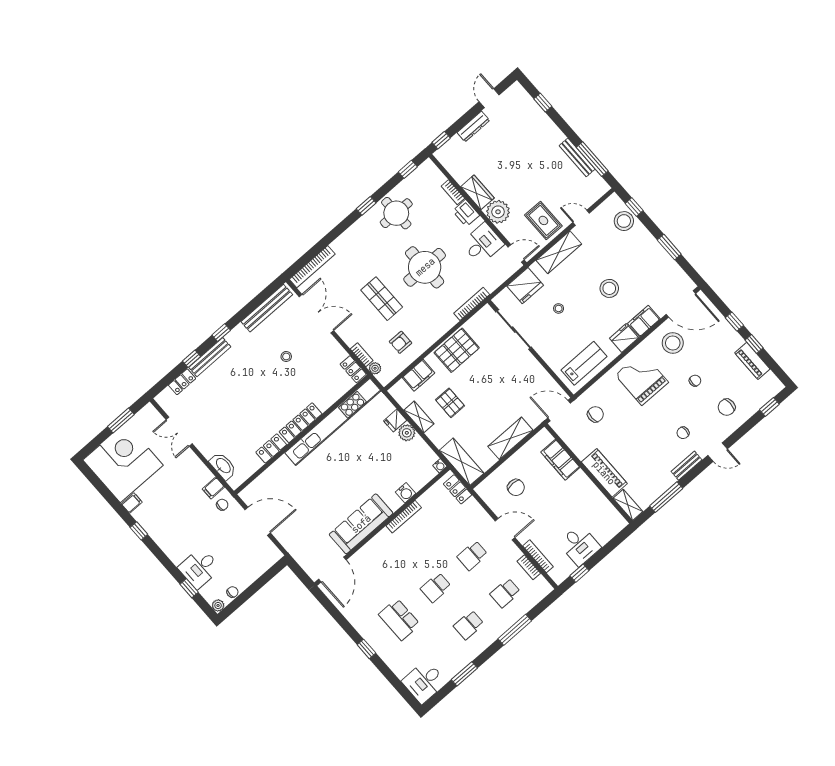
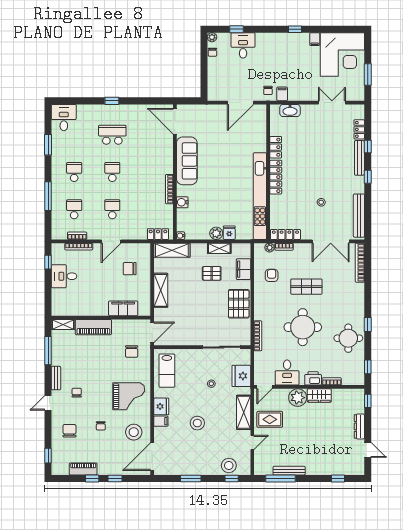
filing cabinet: (644, 321) -> (161, 421), width x0.50
locker: (353, 369) -> (285, 234), width x1.53

